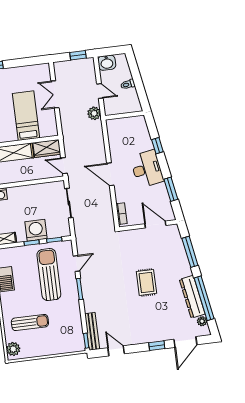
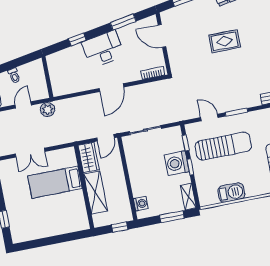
door: (155, 225) -> (162, 36), hinge flipped
sun lounger: (49, 275) -> (223, 146), turned 180

